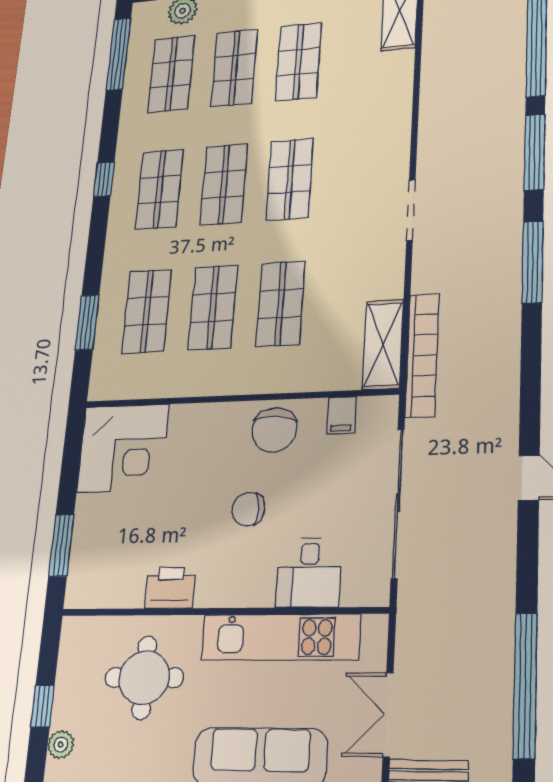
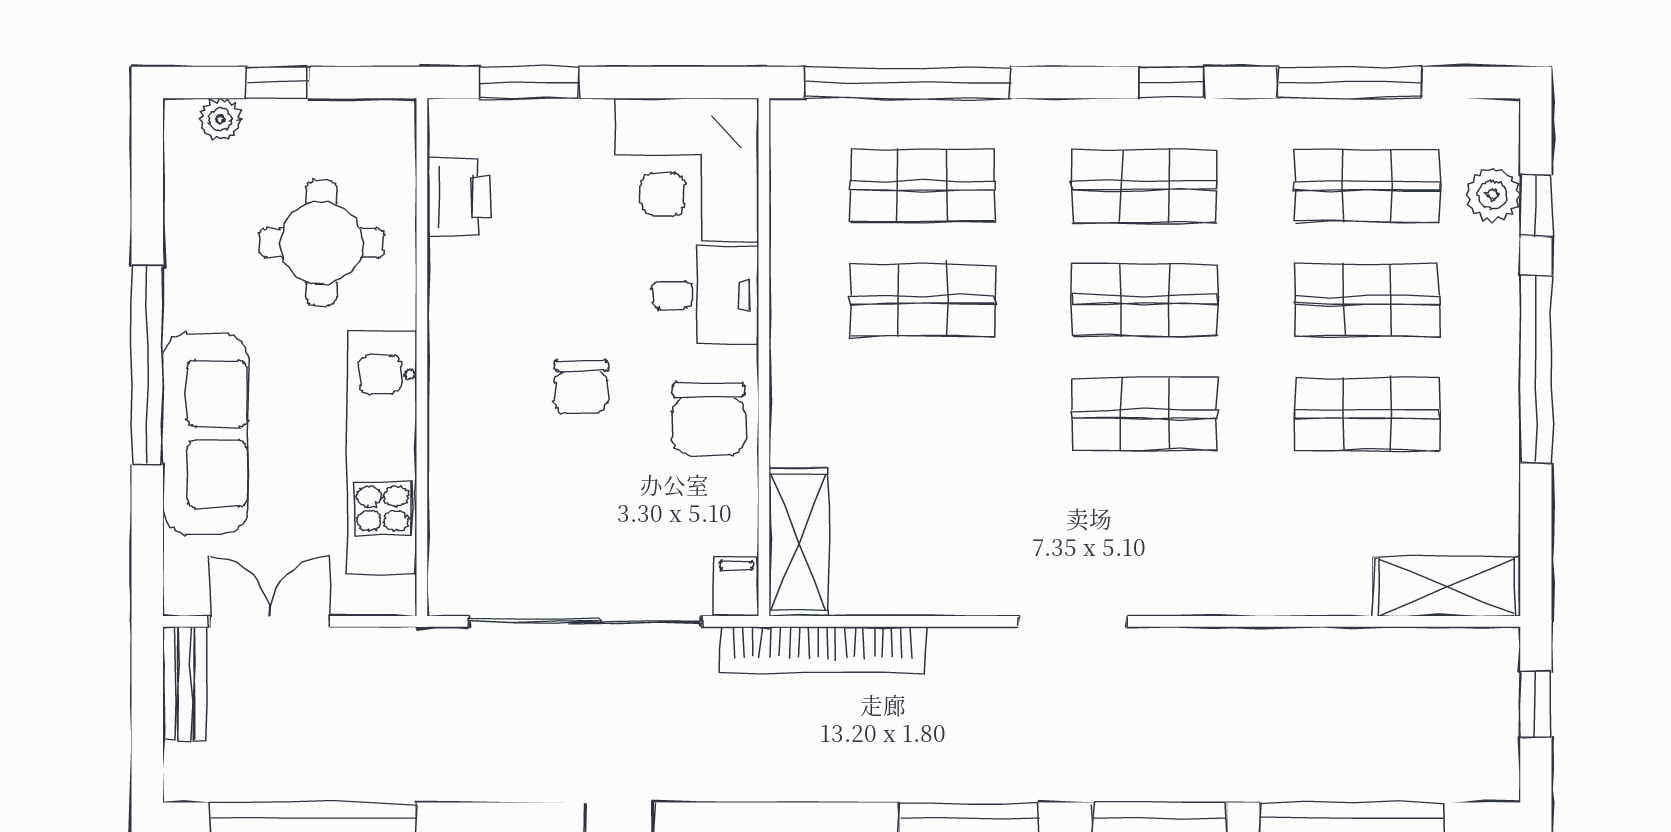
window: (118, 54) -> (1350, 83), moved
shop shelf: (280, 304) -> (922, 414), removed
window: (87, 322) -> (908, 83), width x2.11
shelving: (383, 344) -> (799, 542), moved, turned 90
filing cabinet: (342, 415) -> (736, 586), moved, turned 90
chair: (274, 430) -> (709, 419), turned -93
chair: (248, 509) -> (581, 387), turned 180
desk: (309, 573) -> (706, 295), moved, turned 180
printer: (170, 588) -> (459, 197), moved

